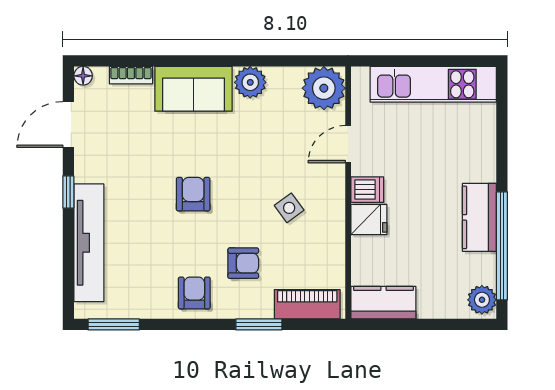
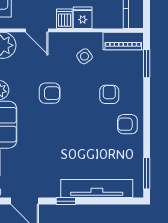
armchair: (193, 194) -> (50, 93), moved, turned 180
side table: (289, 208) -> (84, 56), moved
piano: (307, 304) -> (123, 41), moved, turned -90
window: (259, 324) -> (147, 64), moved

